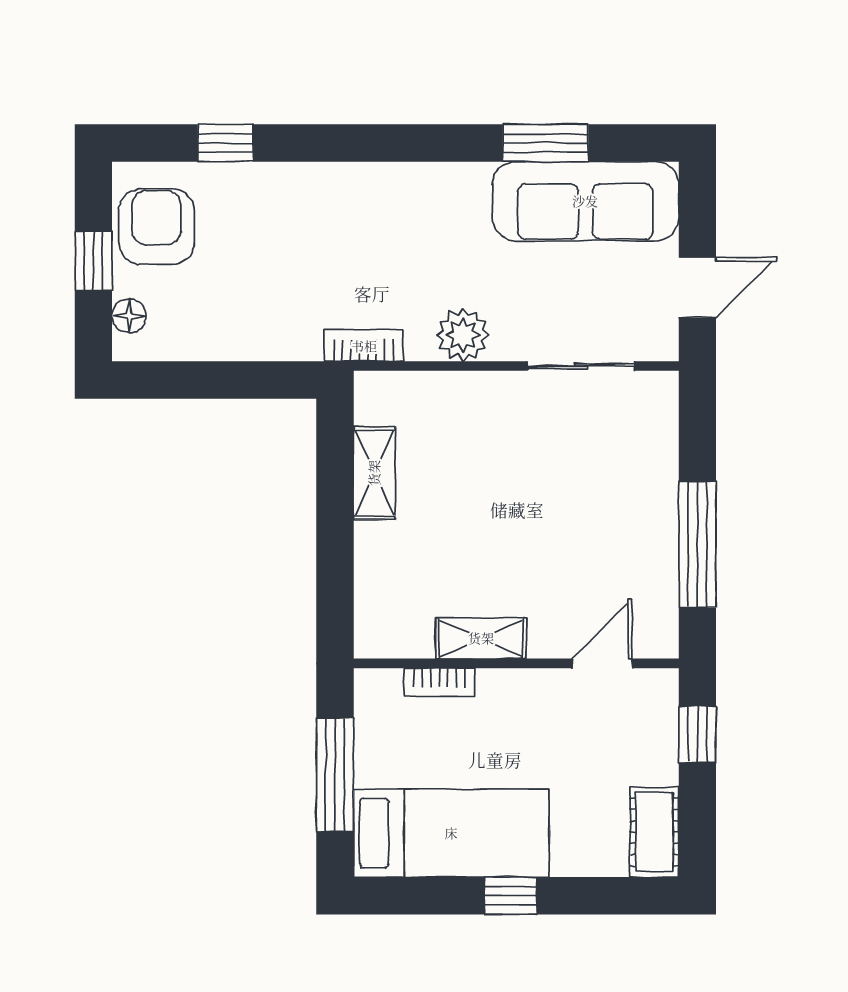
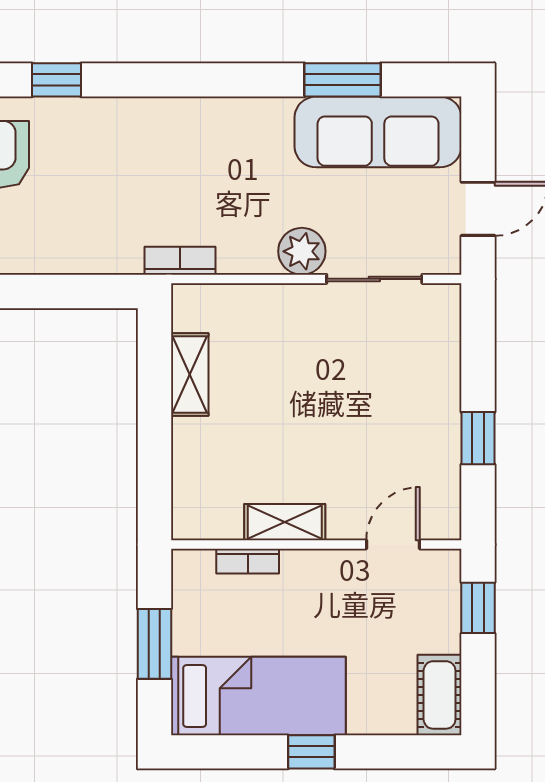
plant: (463, 335) -> (302, 251), moved
window: (697, 544) -> (478, 438), width x0.46
window: (335, 775) -> (154, 644), width x0.69

